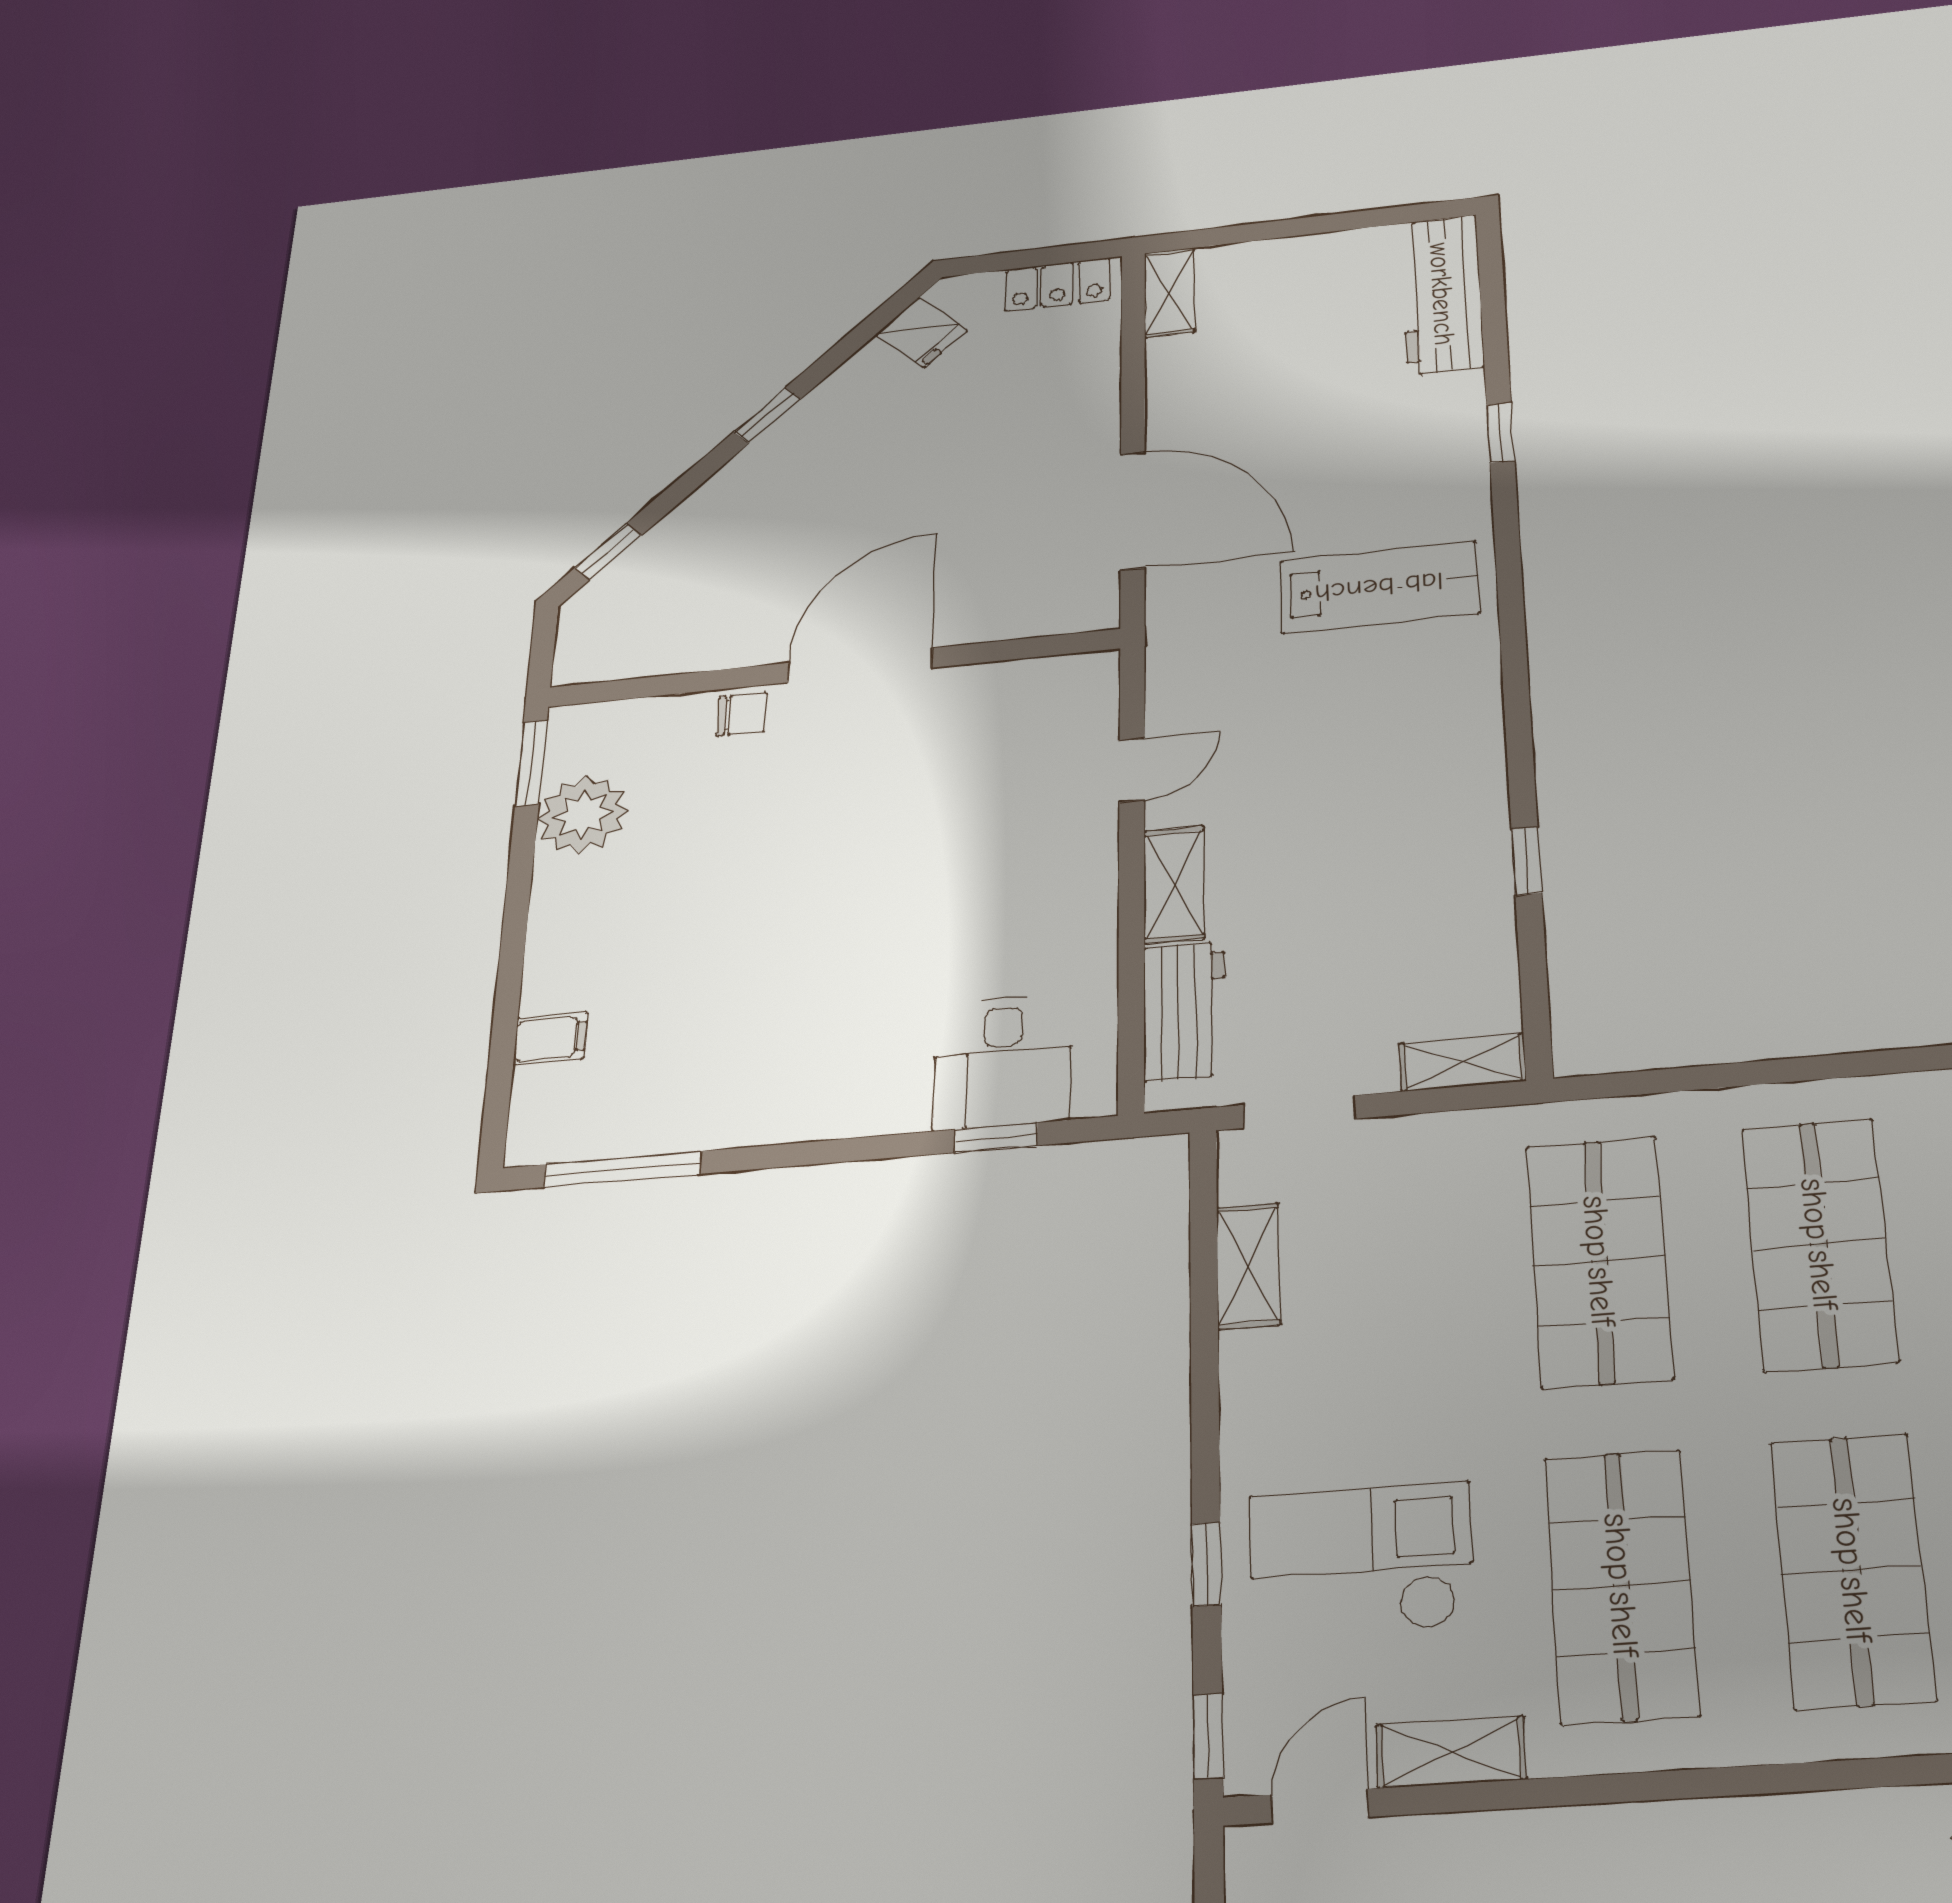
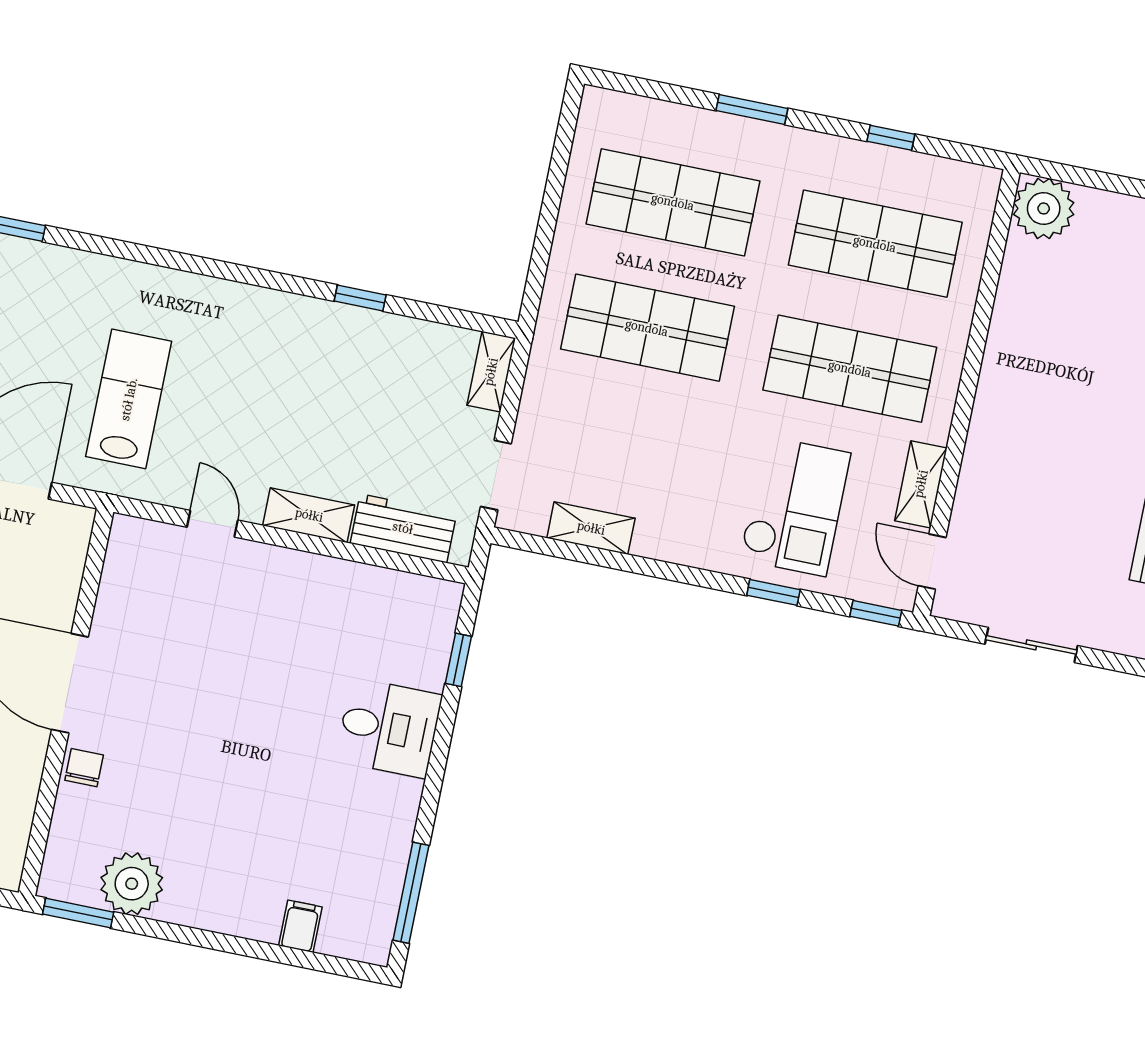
lab bench: (1379, 587) -> (129, 399), moved
desk: (1003, 1062) -> (389, 728), moved
checkout: (1361, 1560) -> (795, 506), turned 180

